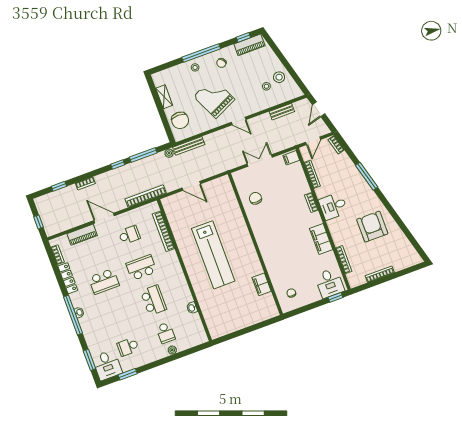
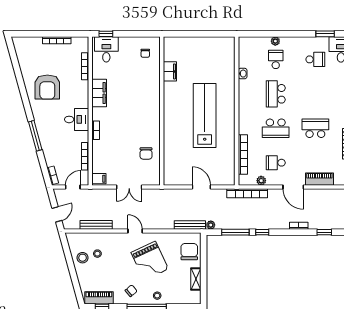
bench: (282, 112) -> (96, 225), width x1.36
plant: (137, 213) -> (261, 181), added

